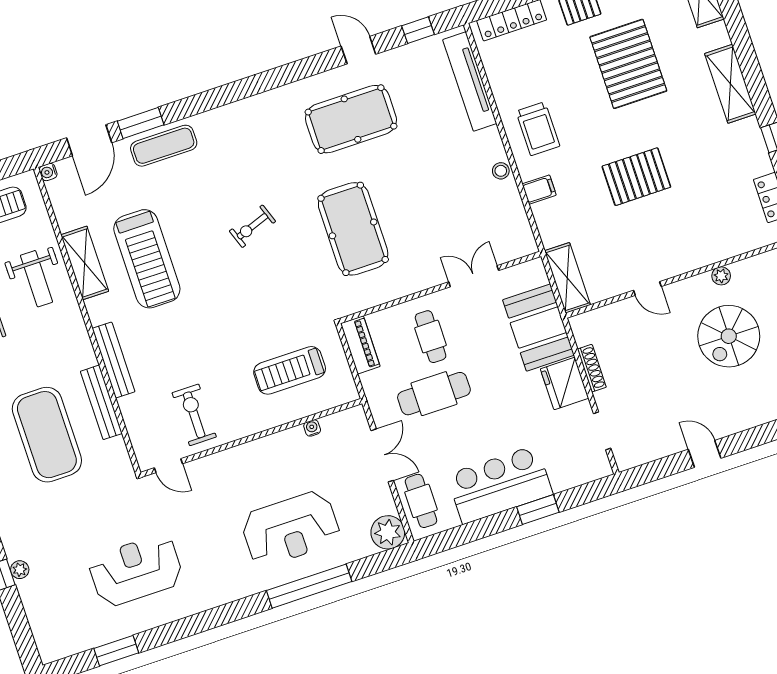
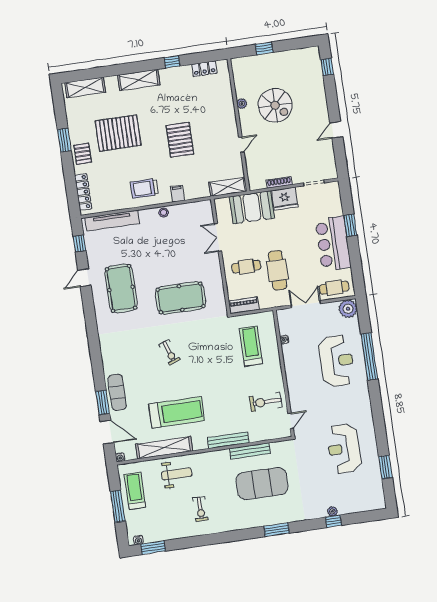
trolley: (538, 129) -> (144, 188), turned 180
shelving: (85, 263) -> (164, 448), width x1.47
treadmill: (290, 370) -> (251, 346), turned 180

